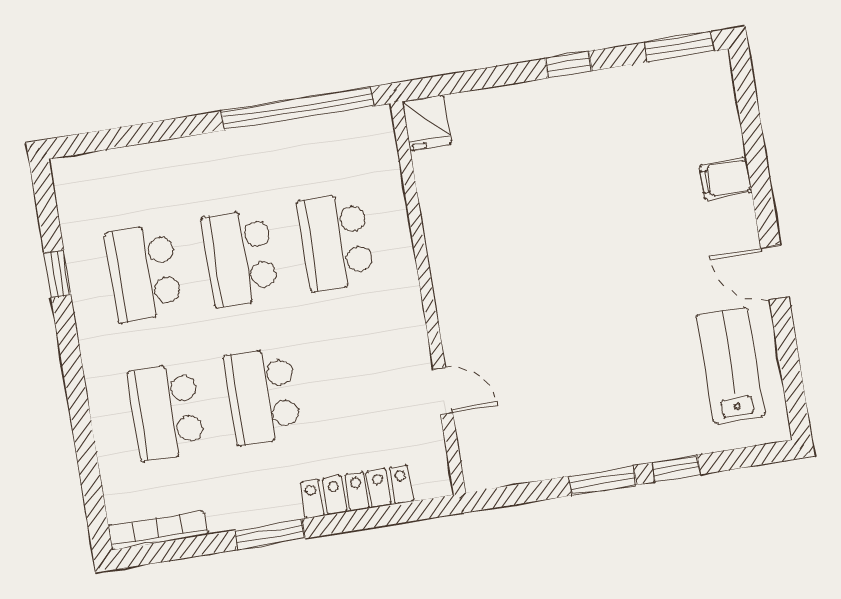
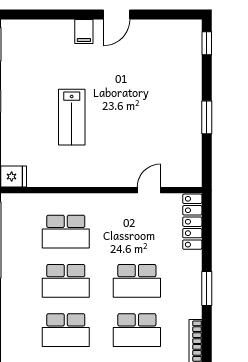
filing cabinet: (726, 179) -> (84, 32), moved
lab bench: (731, 366) -> (72, 117), moved, turned -90
window: (676, 469) -> (207, 43), moved
locker: (357, 492) -> (192, 222), moved

